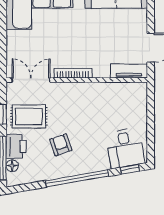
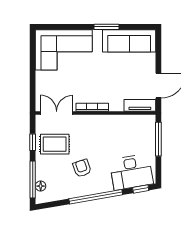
window: (151, 111) -> (158, 139), added
printer: (16, 146) -> (44, 170), removed
desk: (125, 148) -> (131, 172), width x1.37

